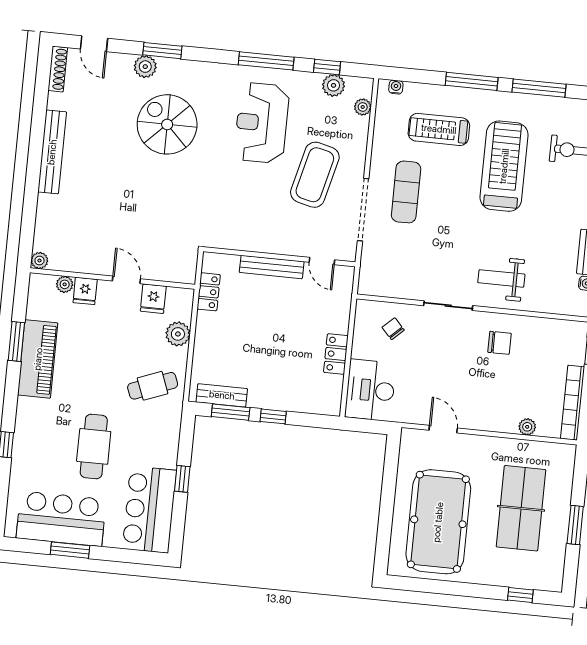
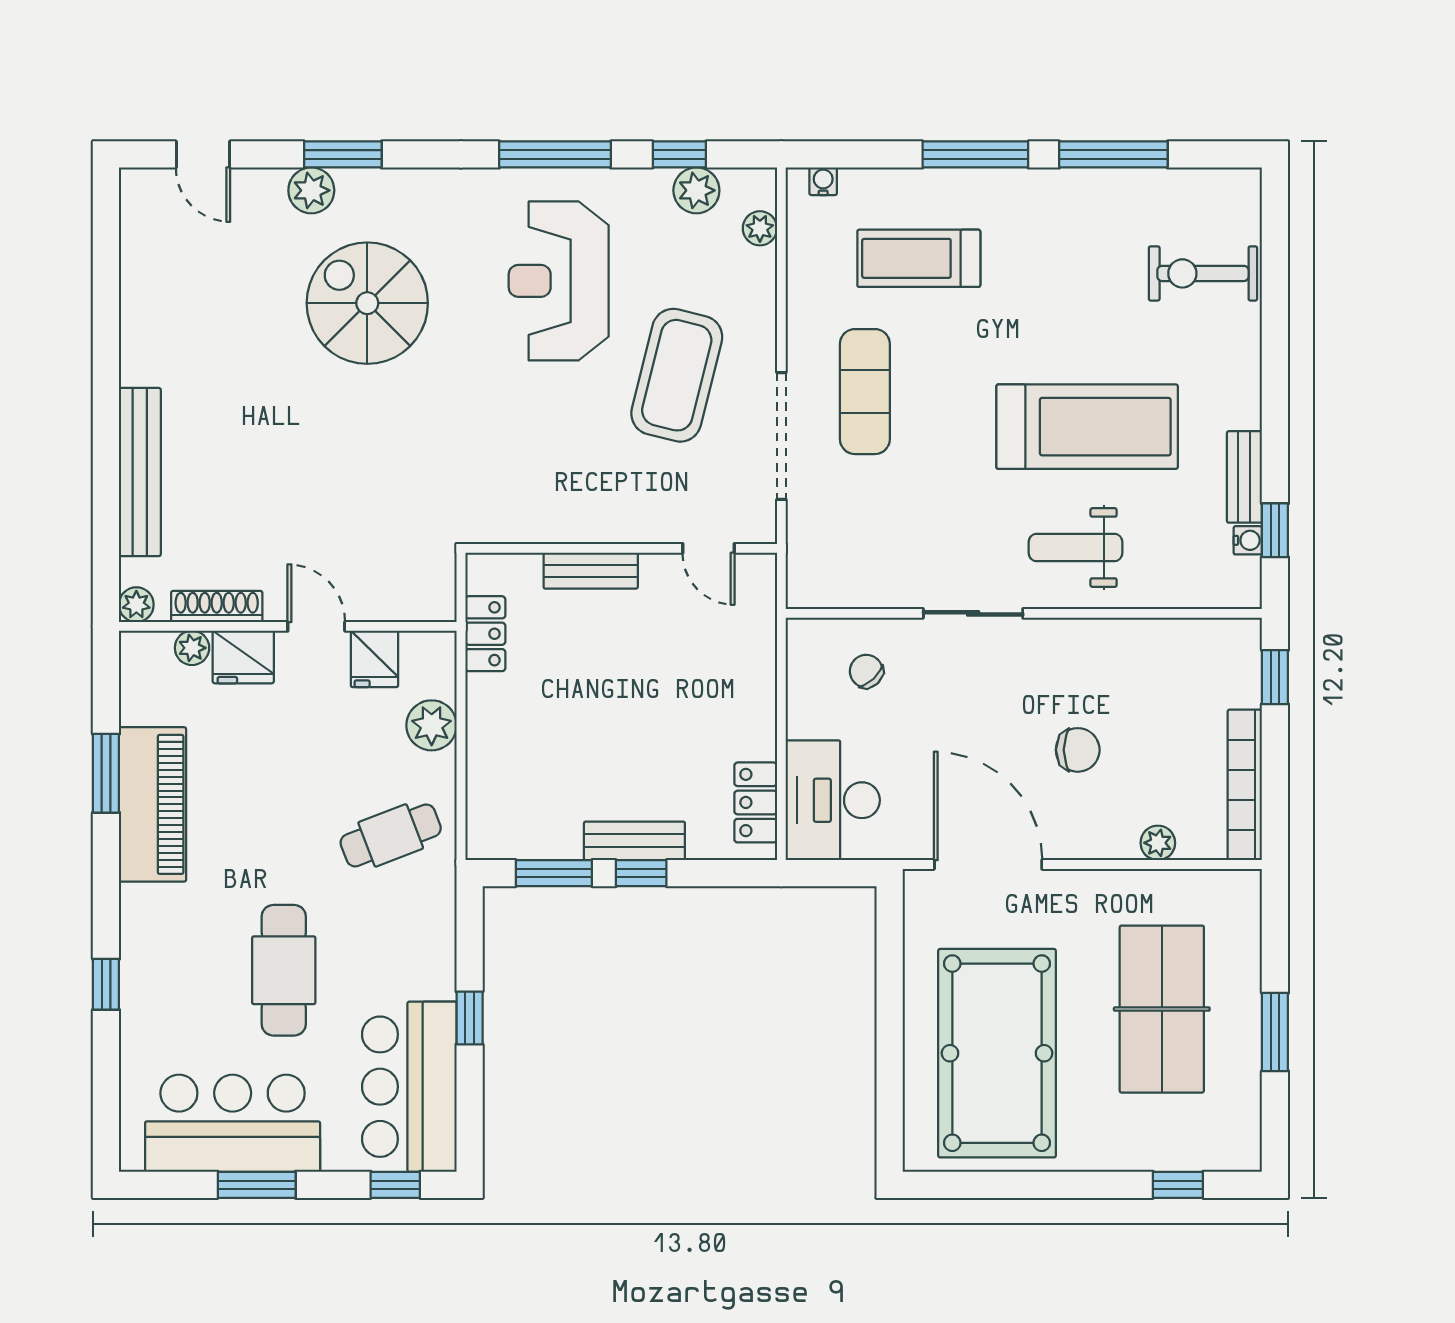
shoe rack: (58, 69) -> (217, 606), moved, turned -90
bench: (52, 152) -> (140, 472), moved
treadmill: (504, 166) -> (1087, 427), moved, turned 90
bench: (272, 267) -> (591, 571), width x0.73
fridge: (85, 291) -> (243, 657), width x1.38
chair: (500, 343) -> (1078, 750), moved
locker: (336, 354) -> (756, 802), moved
bench: (222, 395) -> (634, 841), moved
door: (443, 429) -> (988, 864), width x1.88
window: (138, 557) -> (395, 1185), added

